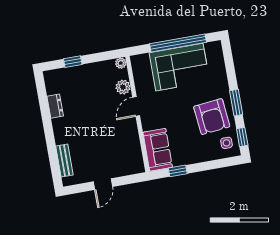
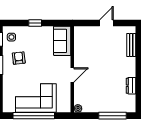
window: (73, 62) -> (113, 116), width x2.17
plant: (123, 87) -> (79, 91), removed
armchair: (212, 117) -> (19, 58), width x0.53, depth x0.53
window: (178, 171) -> (35, 23), moved

